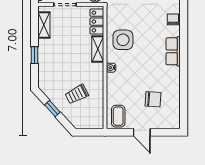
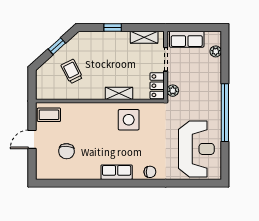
locker: (97, 22) -> (157, 86), moved, turned -90
water cooler: (111, 68) -> (100, 107), removed

